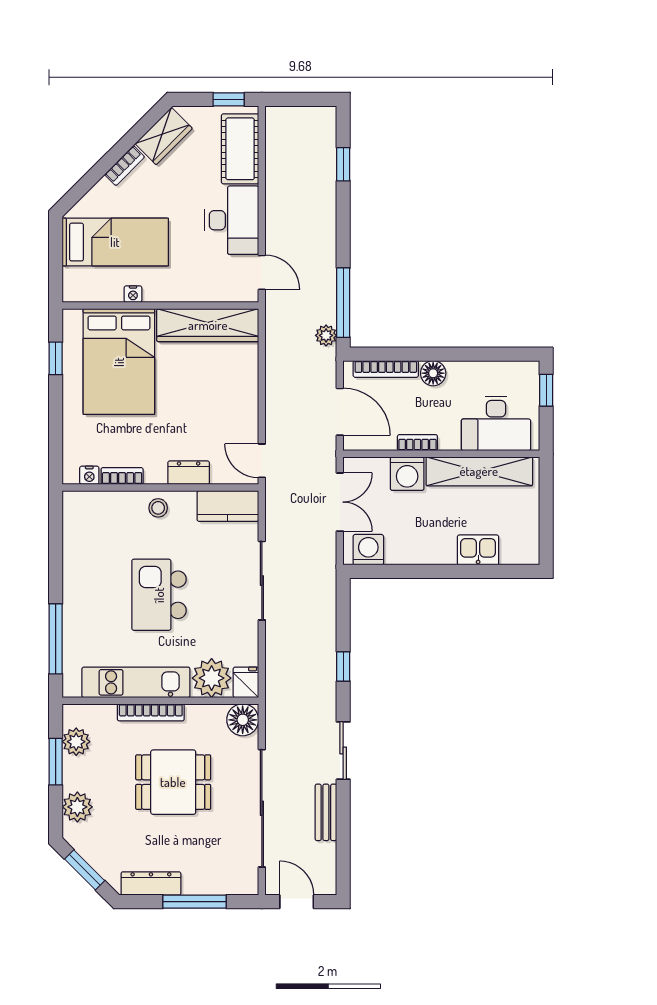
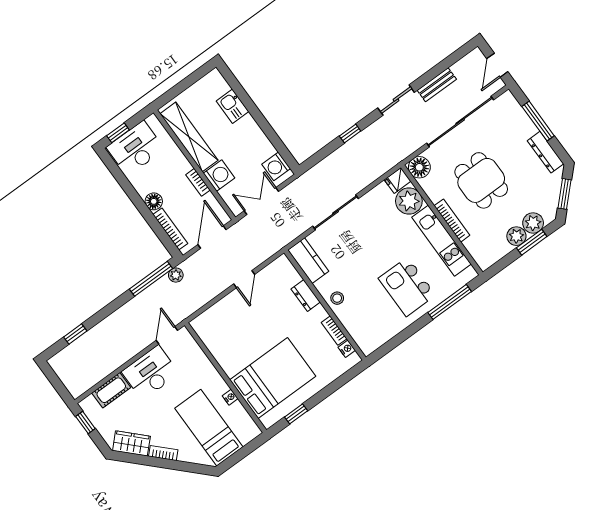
cot: (240, 149) -> (111, 390), width x0.73, depth x0.75
wardrobe: (208, 325) -> (217, 344), removed
desk: (496, 423) -> (136, 148), moved, turned -90
door: (262, 461) -> (244, 279), moved
kitchen island: (159, 595) -> (407, 287), moved, turned 90
plant: (76, 742) -> (516, 236), moved
window: (56, 762) -> (532, 242), moved

